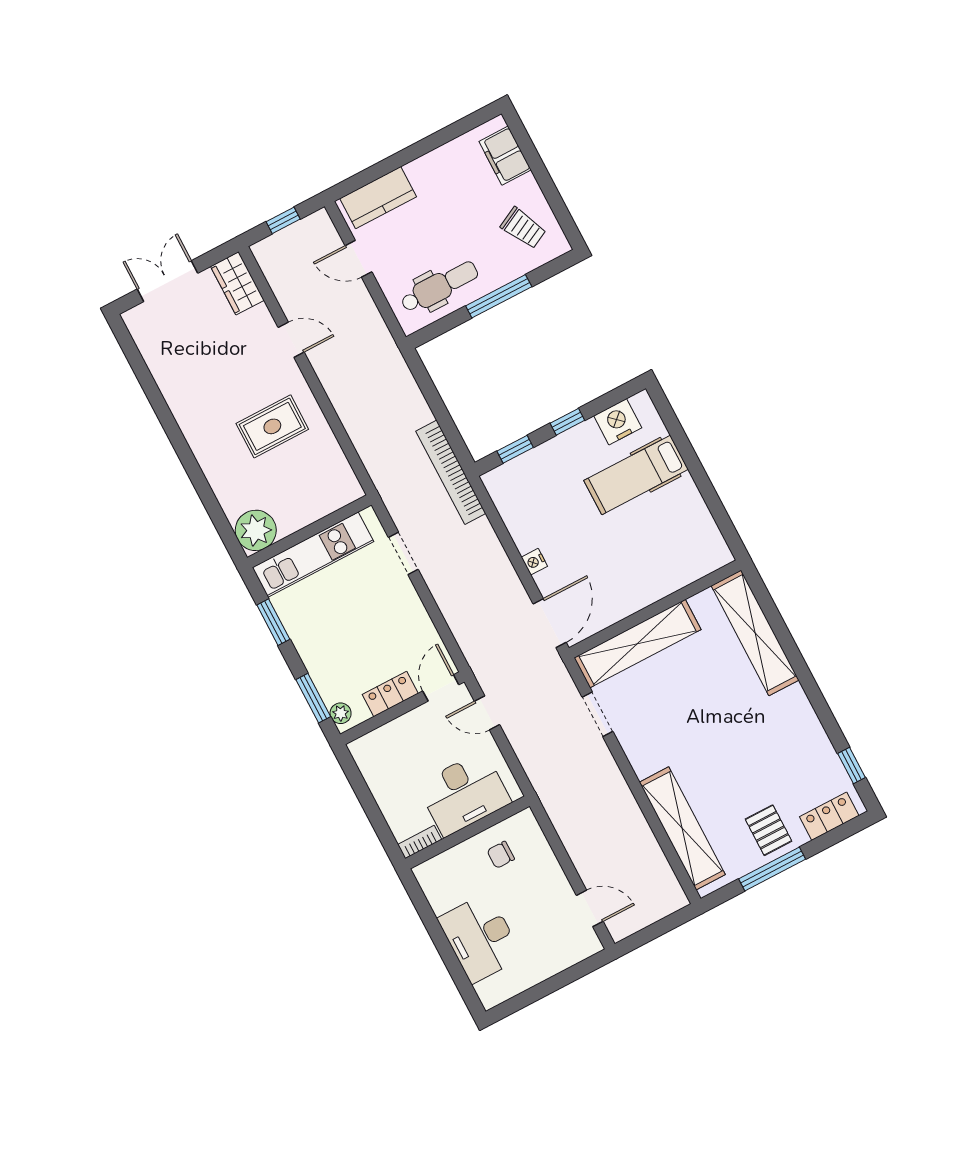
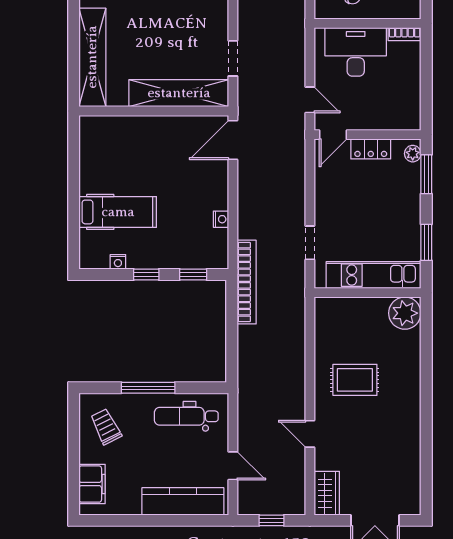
kitchen counter: (378, 198) -> (183, 501), width x1.50
nightstand: (618, 422) -> (118, 262), width x0.53, depth x0.56
nightstand: (534, 562) -> (221, 219), moved

